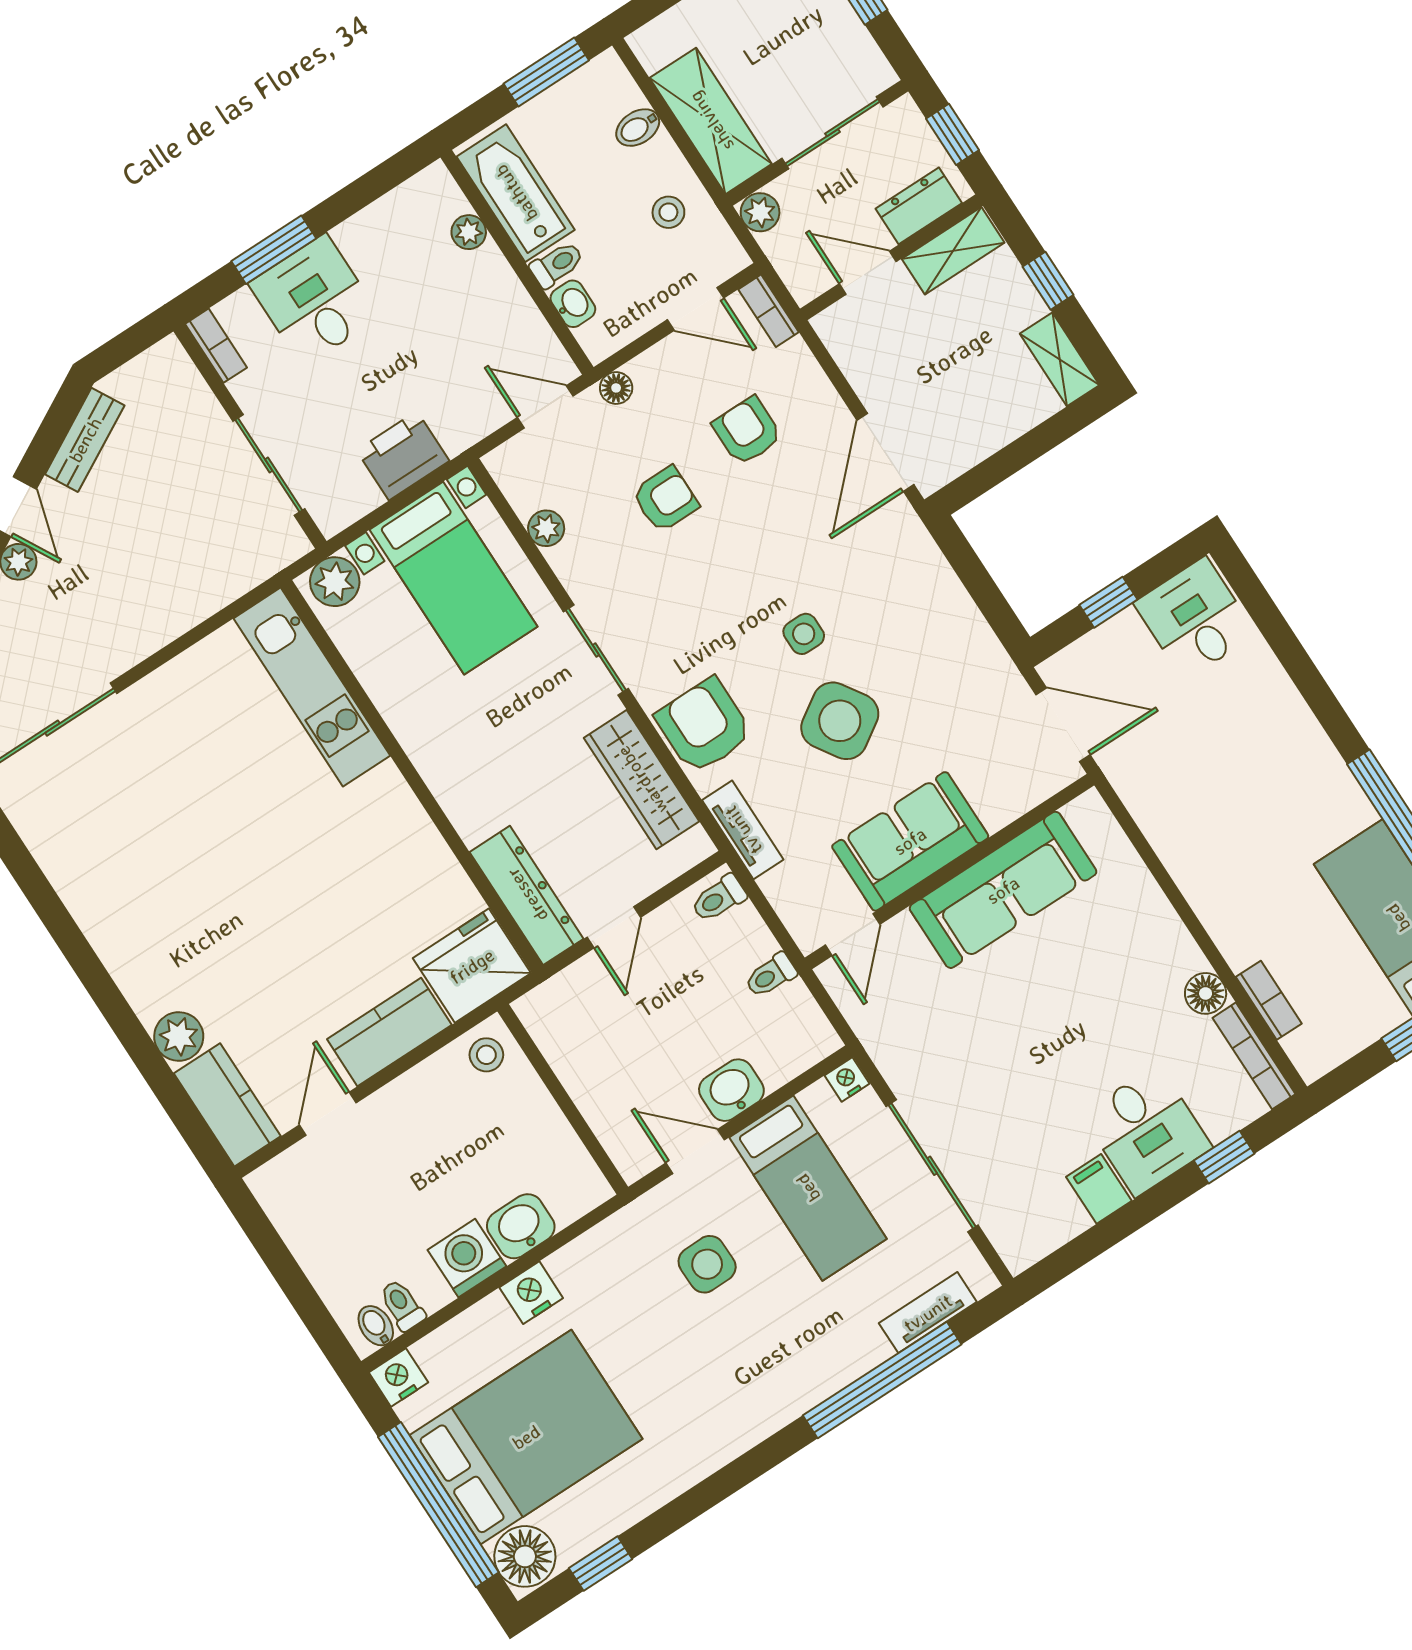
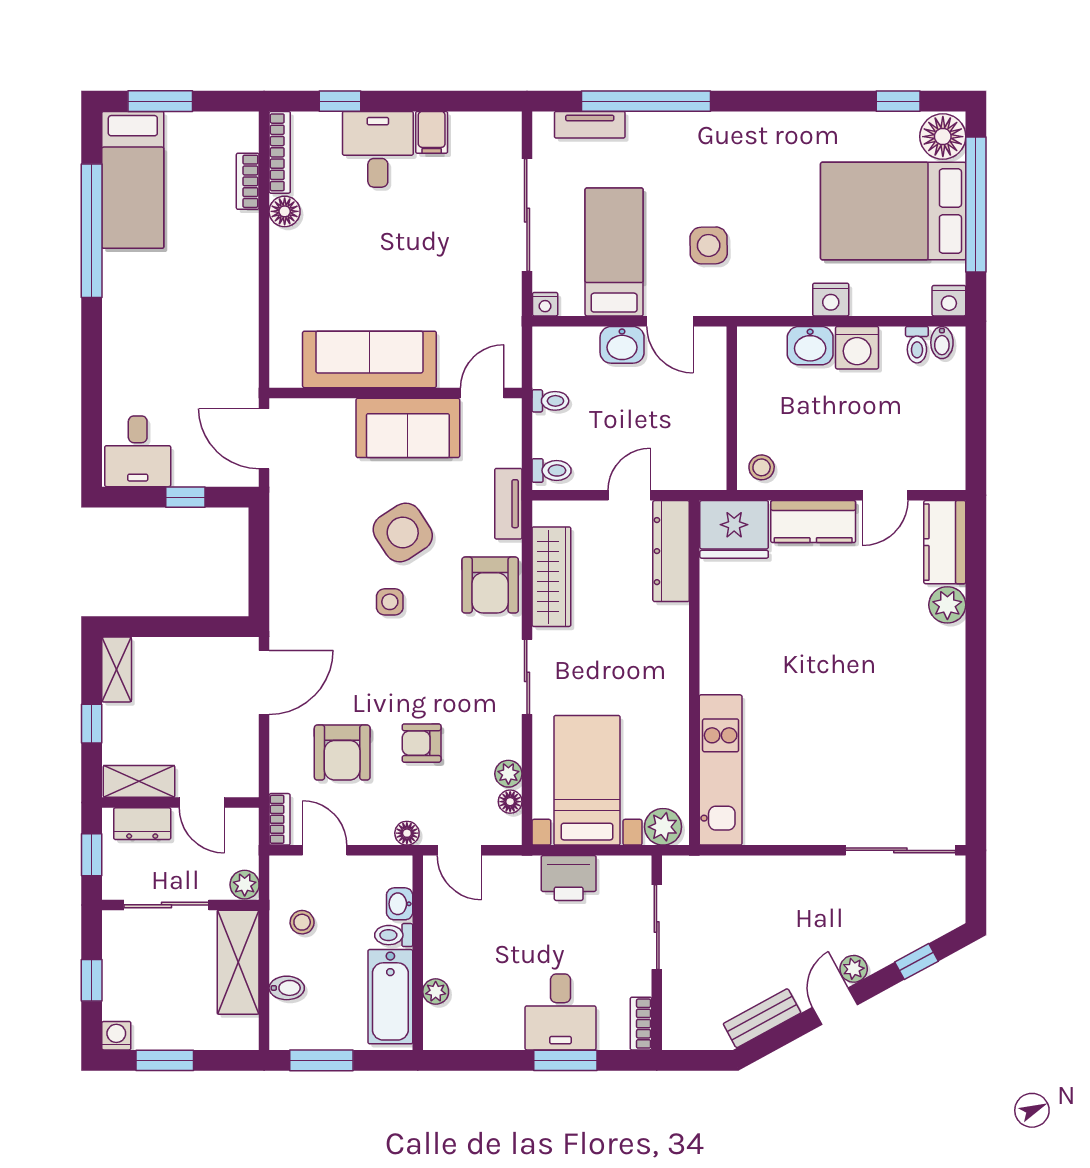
armchair: (747, 431) -> (342, 753), width x1.38, depth x1.38
floor lamp: (524, 498) -> (510, 802), added

